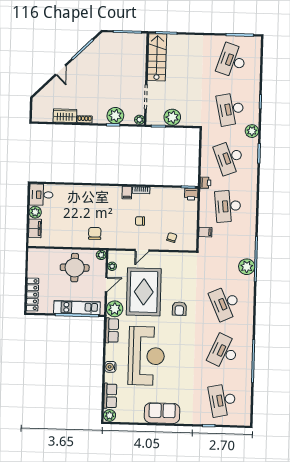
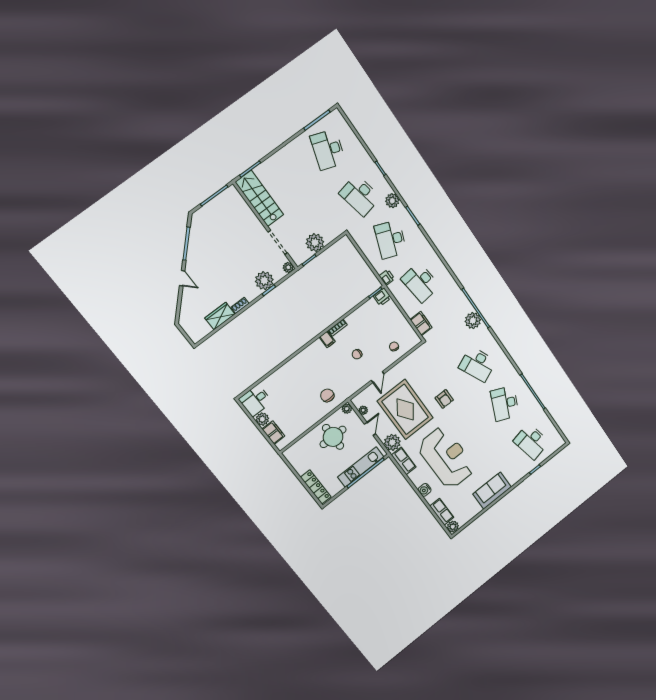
desk: (229, 158) -> (391, 239), turned 42
filing cabinet: (205, 232) -> (421, 323), width x2.00

